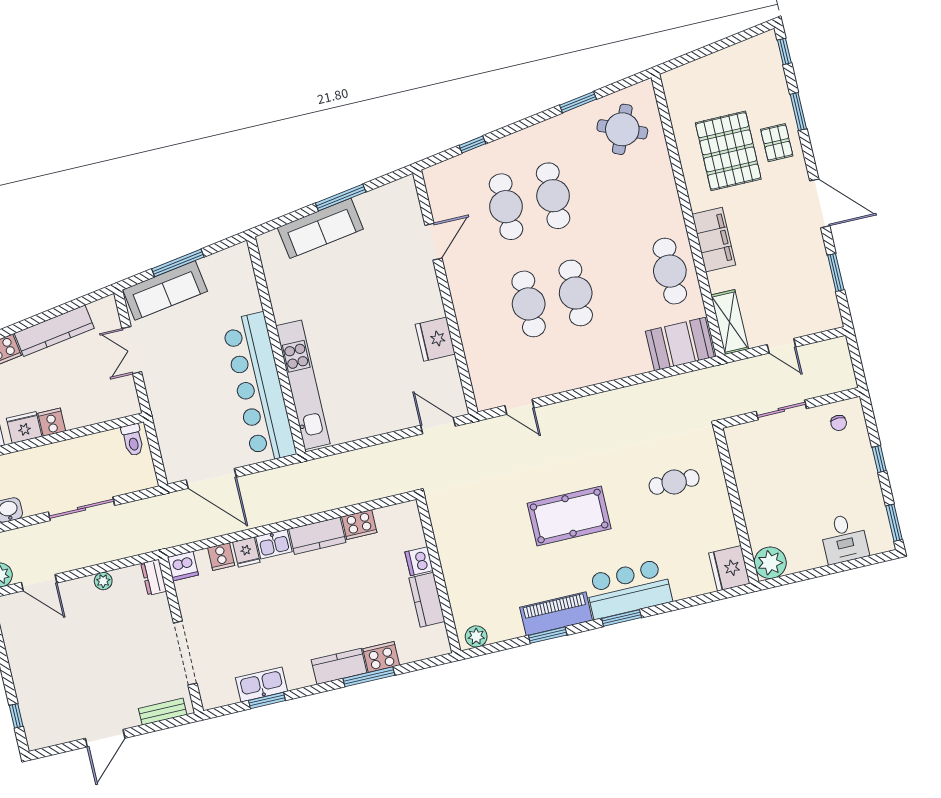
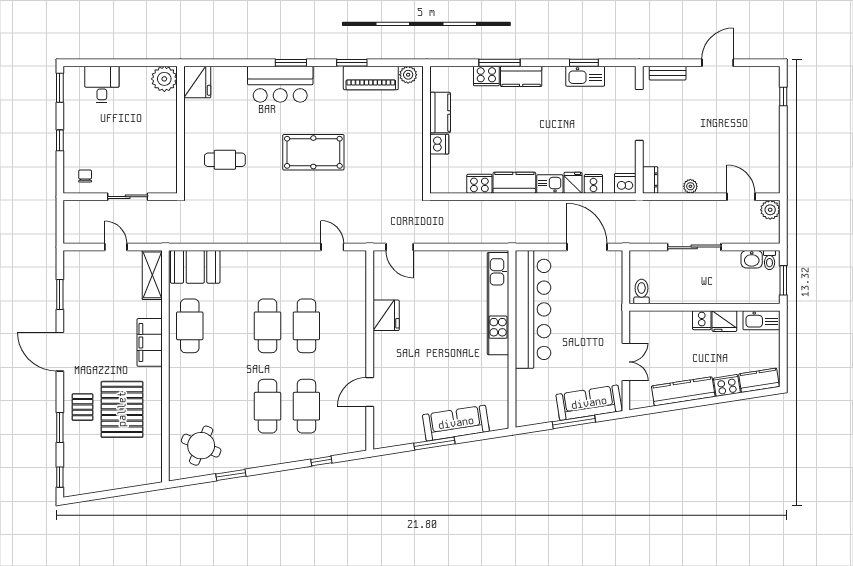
piano: (556, 614) -> (371, 78), moved

